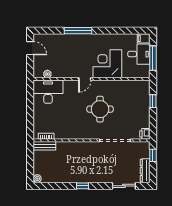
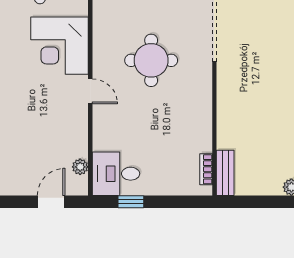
door: (30, 48) -> (51, 202), moved
desk: (48, 92) -> (116, 174), width x0.73
window: (30, 99) -> (131, 202), added

